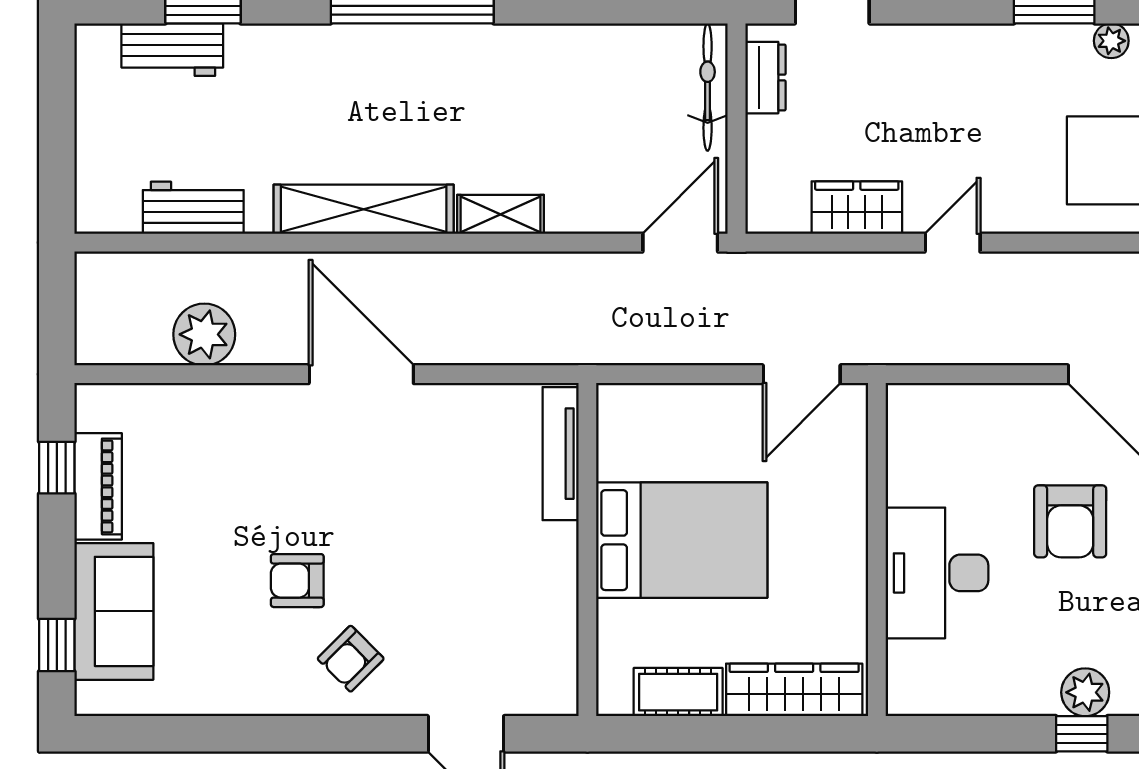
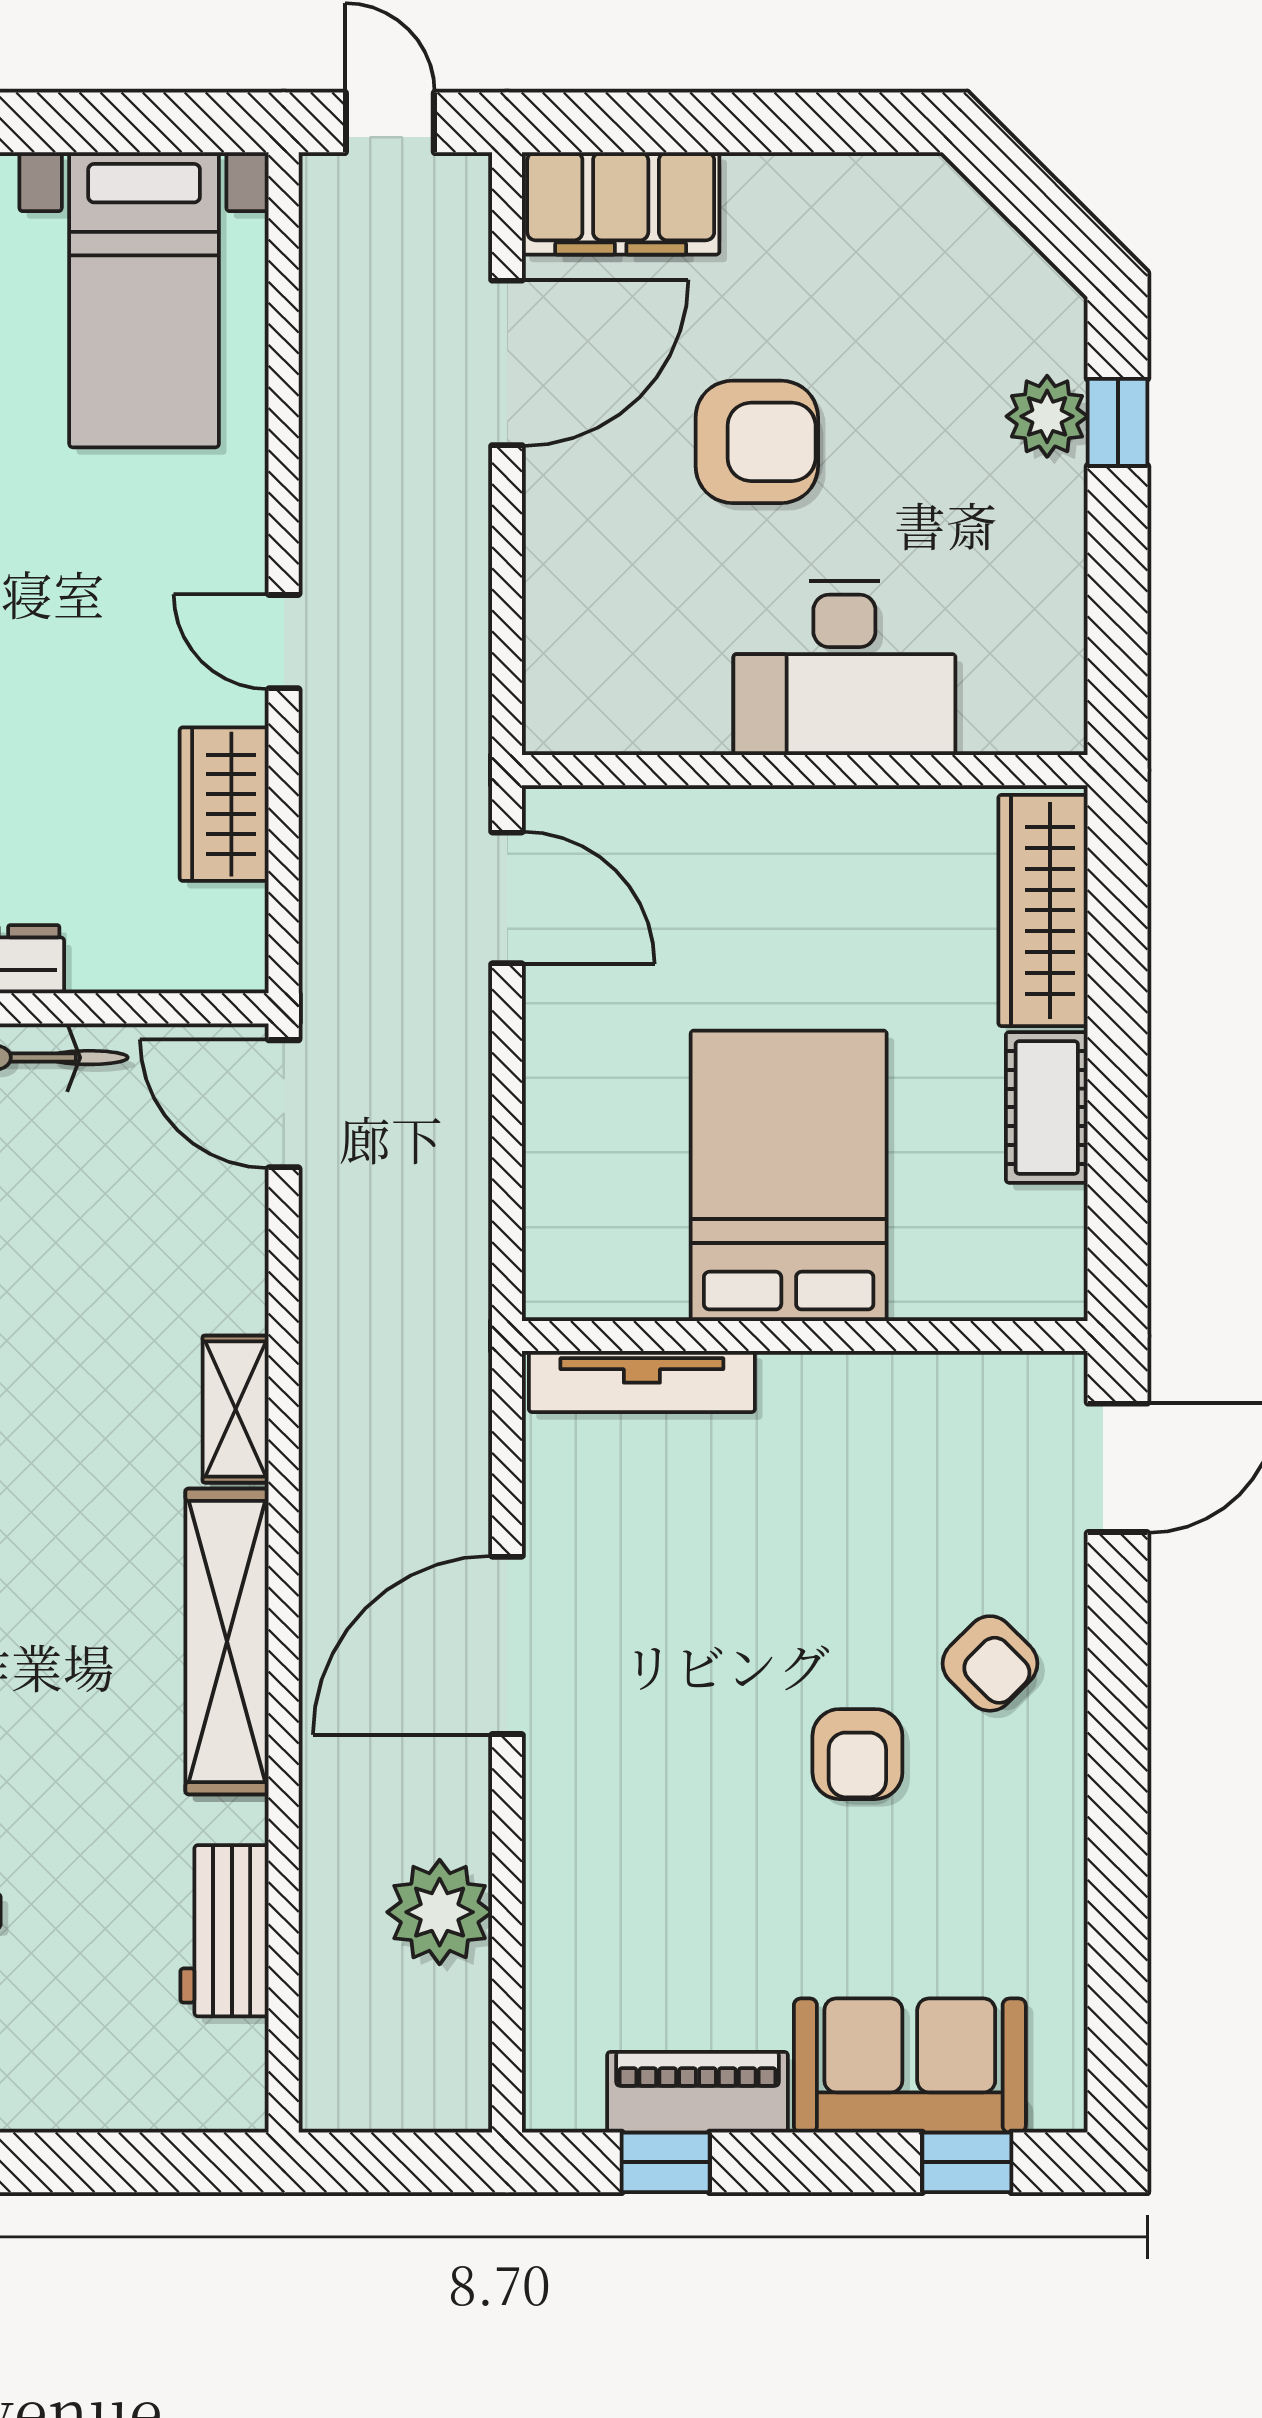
tv unit: (561, 454) -> (642, 1381), moved
bed: (682, 540) -> (789, 1176), moved
wall: (587, 550) -> (805, 1336), moved

